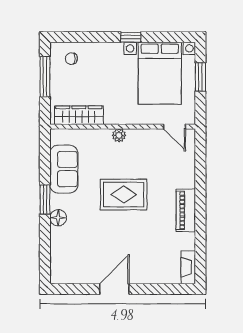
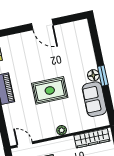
floor lamp: (58, 218) -> (93, 75), moved
door: (114, 289) -> (42, 24), hinge flipped

